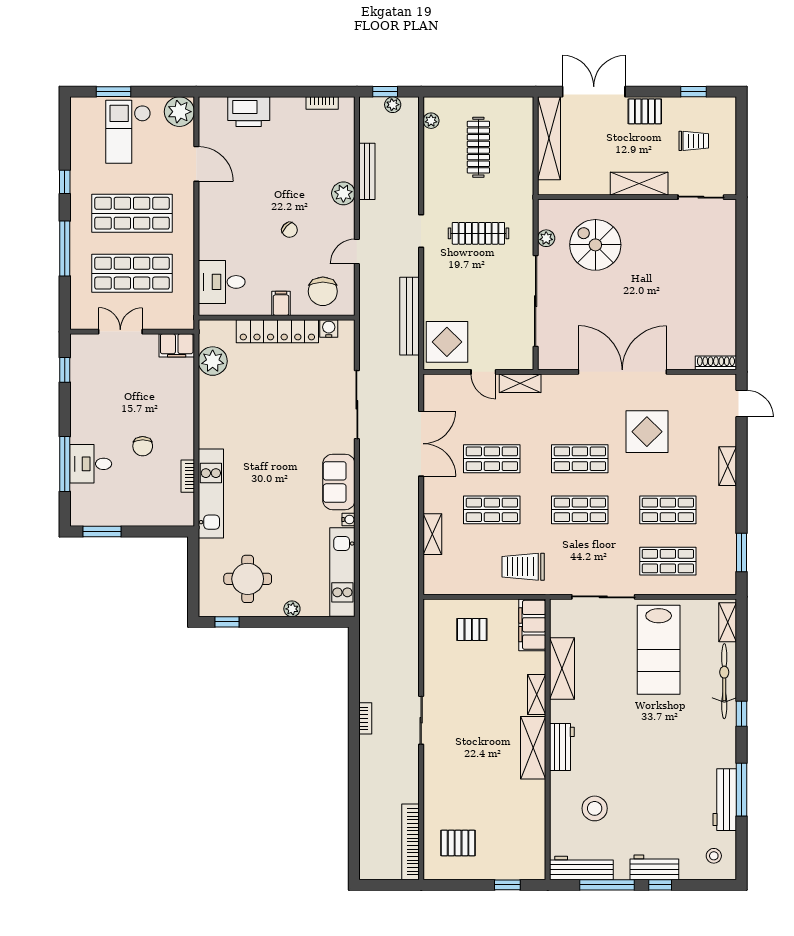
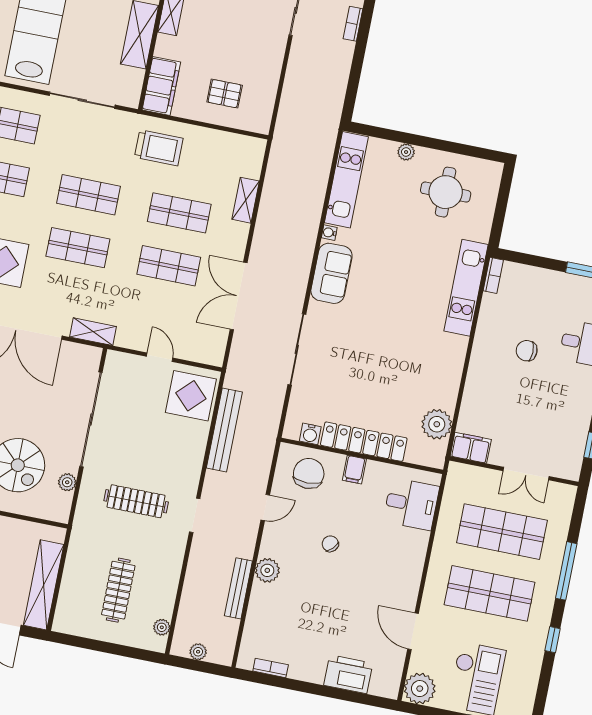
window: (385, 92) -> (203, 667), removed
shelving: (520, 383) -> (93, 332), moved
chair: (143, 446) -> (527, 351), turned -90
bookcase: (188, 476) -> (493, 275), moved
window: (227, 622) -> (476, 152), removed

